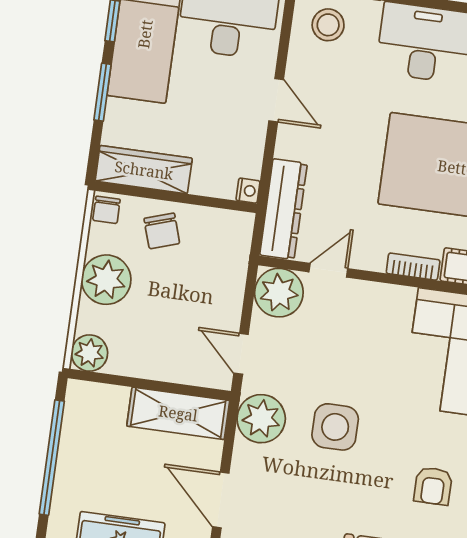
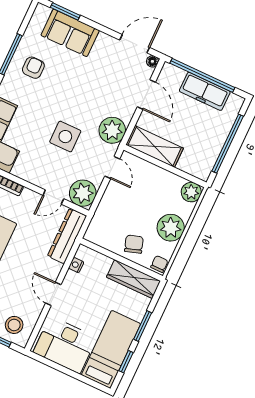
nightstand: (248, 191) -> (76, 265), moved
side table: (335, 427) -> (65, 137), moved

